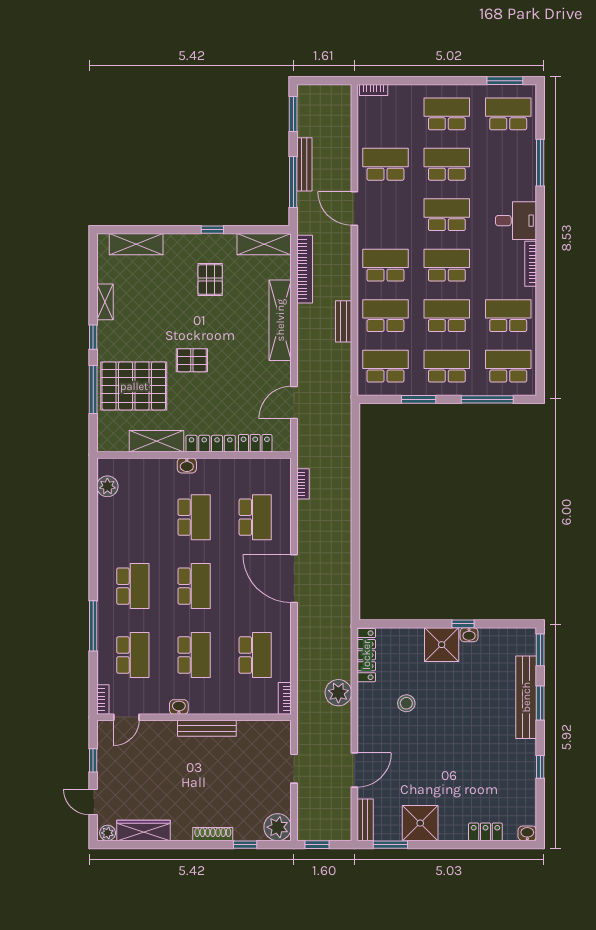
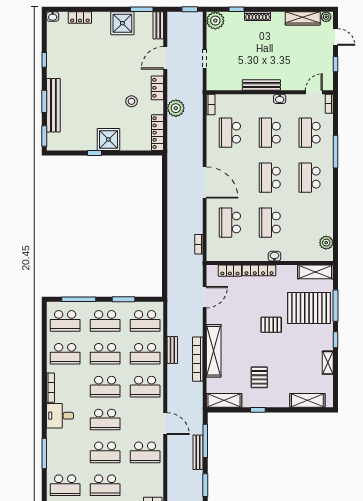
bookcase: (305, 269) -> (198, 359), moved
shelving: (156, 441) -> (315, 272), moved
washbasin: (469, 635) -> (91, 146), removed
locker: (367, 724) -> (157, 88), added

